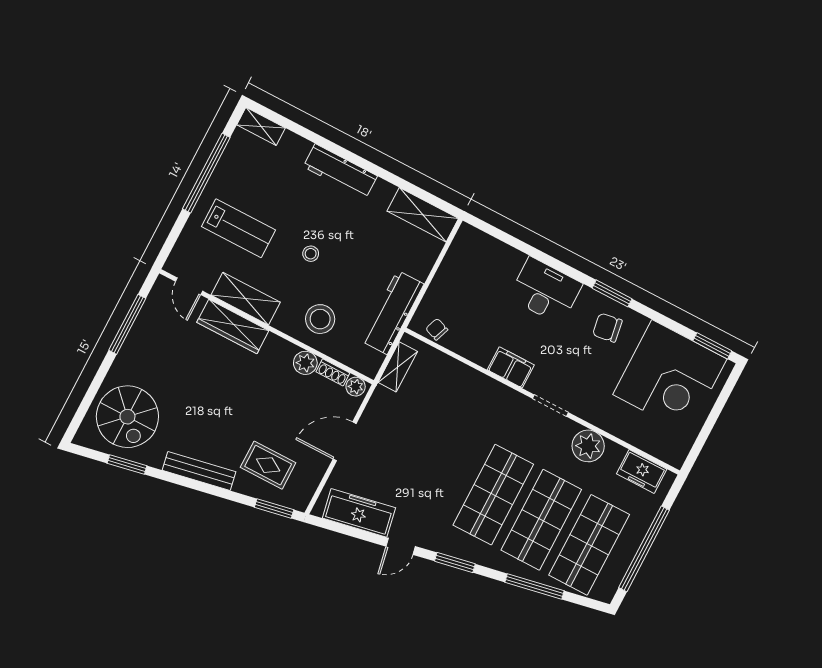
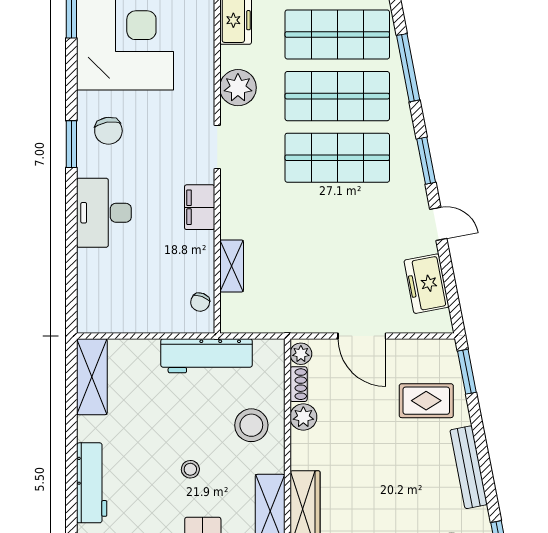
shelving: (398, 367) -> (232, 266), moved, turned 90
rug: (268, 465) -> (426, 401), turned 90
freezer: (359, 513) -> (426, 284), width x0.71

